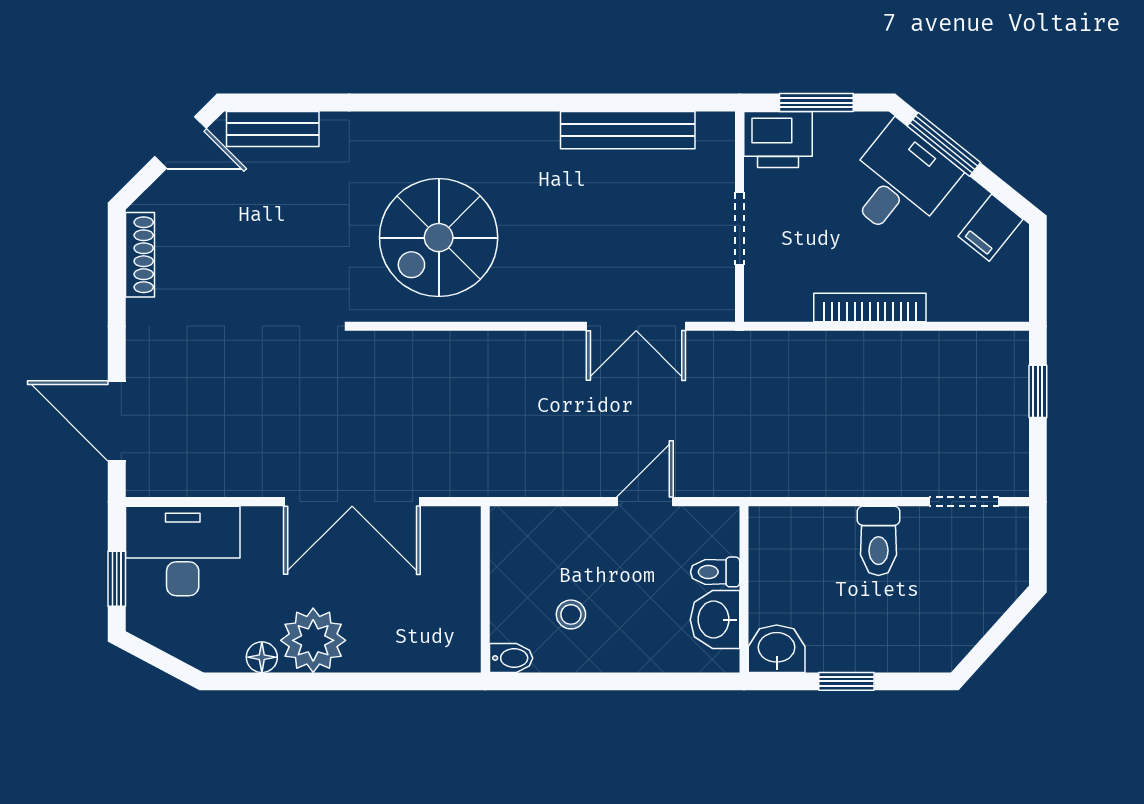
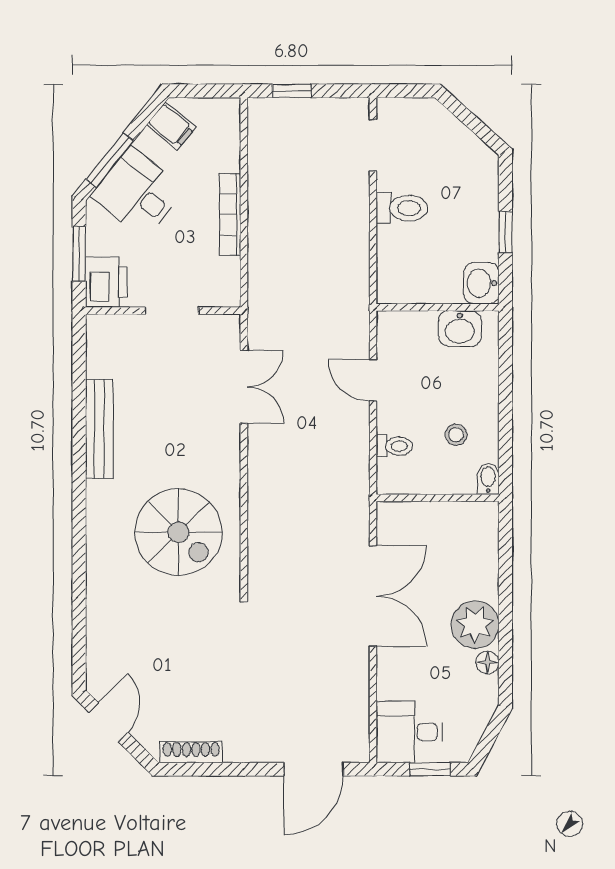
bench: (273, 129) -> (98, 654), removed
bench: (628, 130) -> (99, 429), moved
desk: (183, 551) -> (409, 732), width x0.73
toilet: (715, 572) -> (394, 446), moved, turned -90

